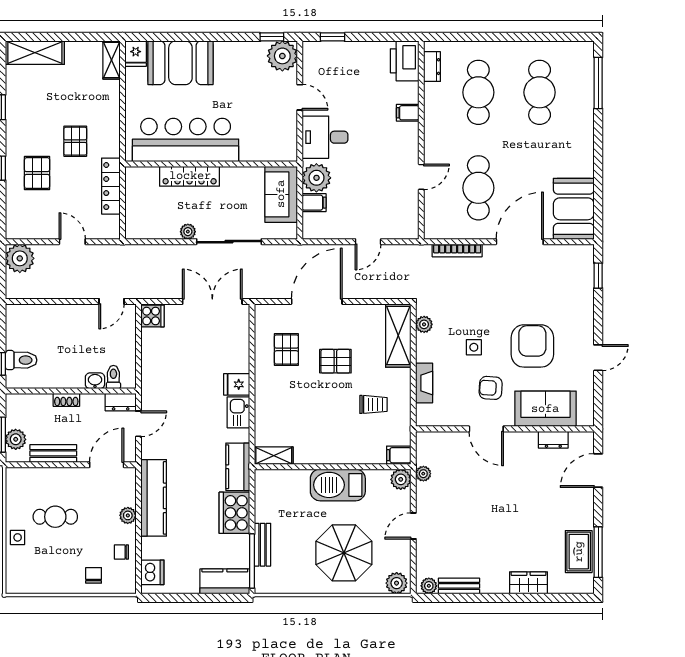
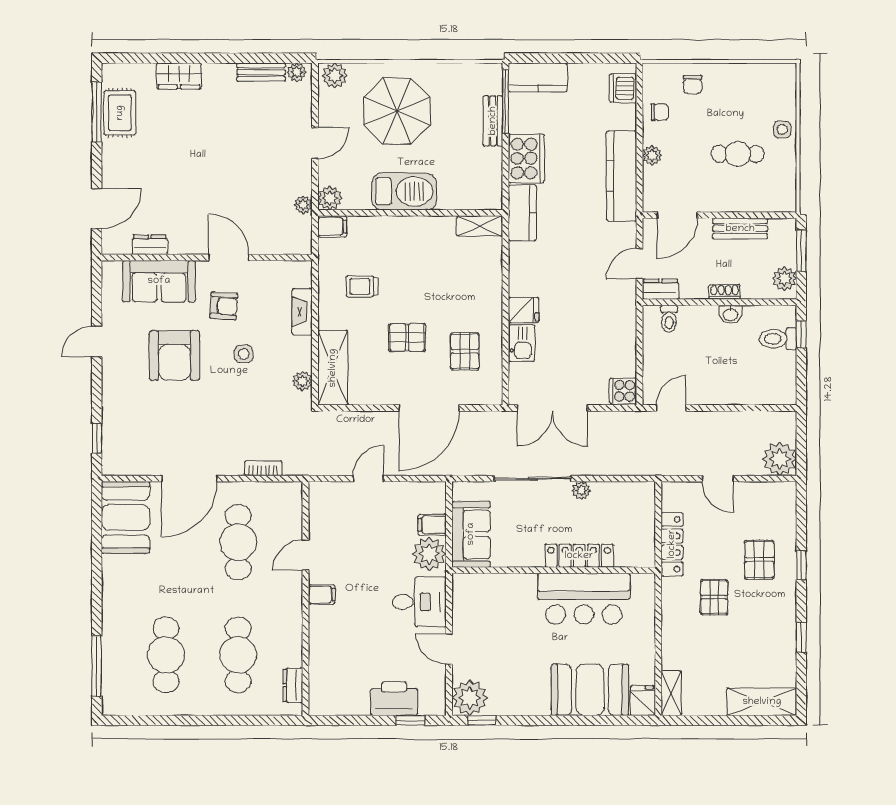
printer: (405, 61) -> (394, 699), moved, turned -90
filing cabinet: (408, 113) -> (322, 594), moved
bar counter: (186, 140) -> (584, 599), width x0.73
bookcase: (457, 250) -> (263, 468), width x0.64
washbasin: (95, 381) -> (730, 314), moved
kitchen sink: (238, 412) -> (522, 343), moved
plant: (16, 439) -> (784, 279), moved

